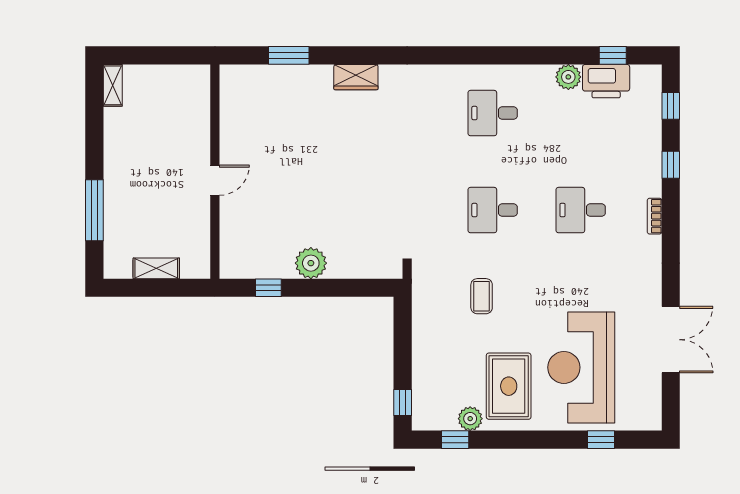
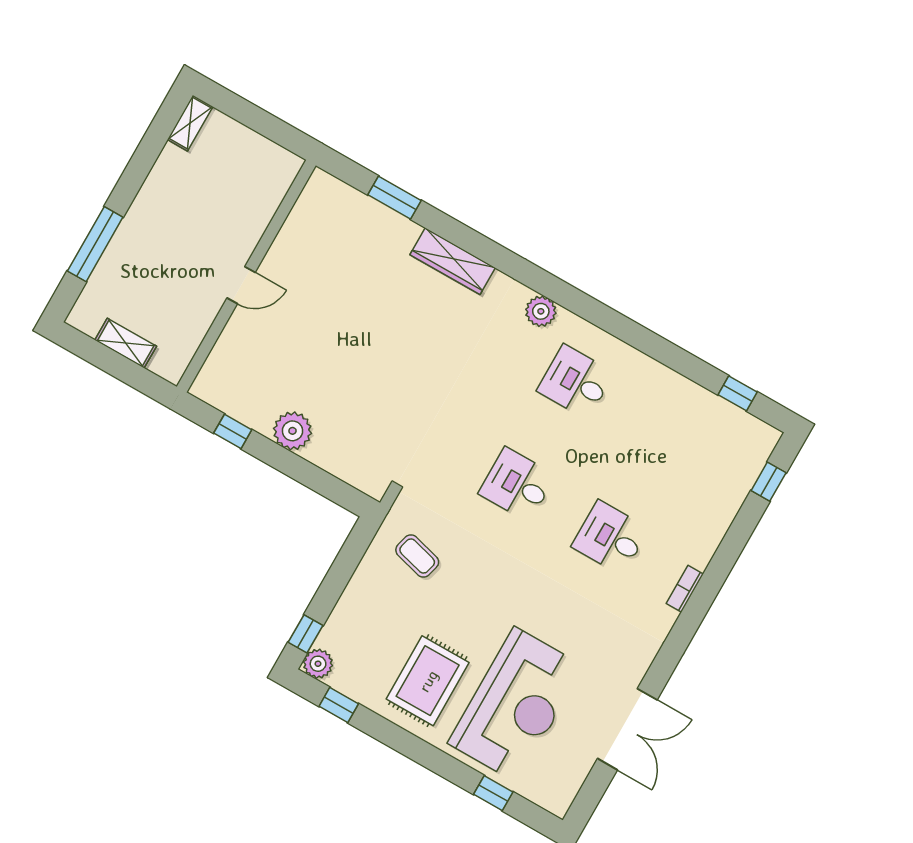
wardrobe: (356, 77) -> (453, 261), width x1.50
plant: (568, 77) -> (541, 311), moved
printer: (606, 81) -> (715, 417), removed
window: (671, 165) -> (733, 544), removed
coffee table: (482, 296) -> (417, 556), moved, turned -75
reception desk: (581, 367) -> (516, 705), turned 180
plant: (470, 419) -> (318, 664), moved

